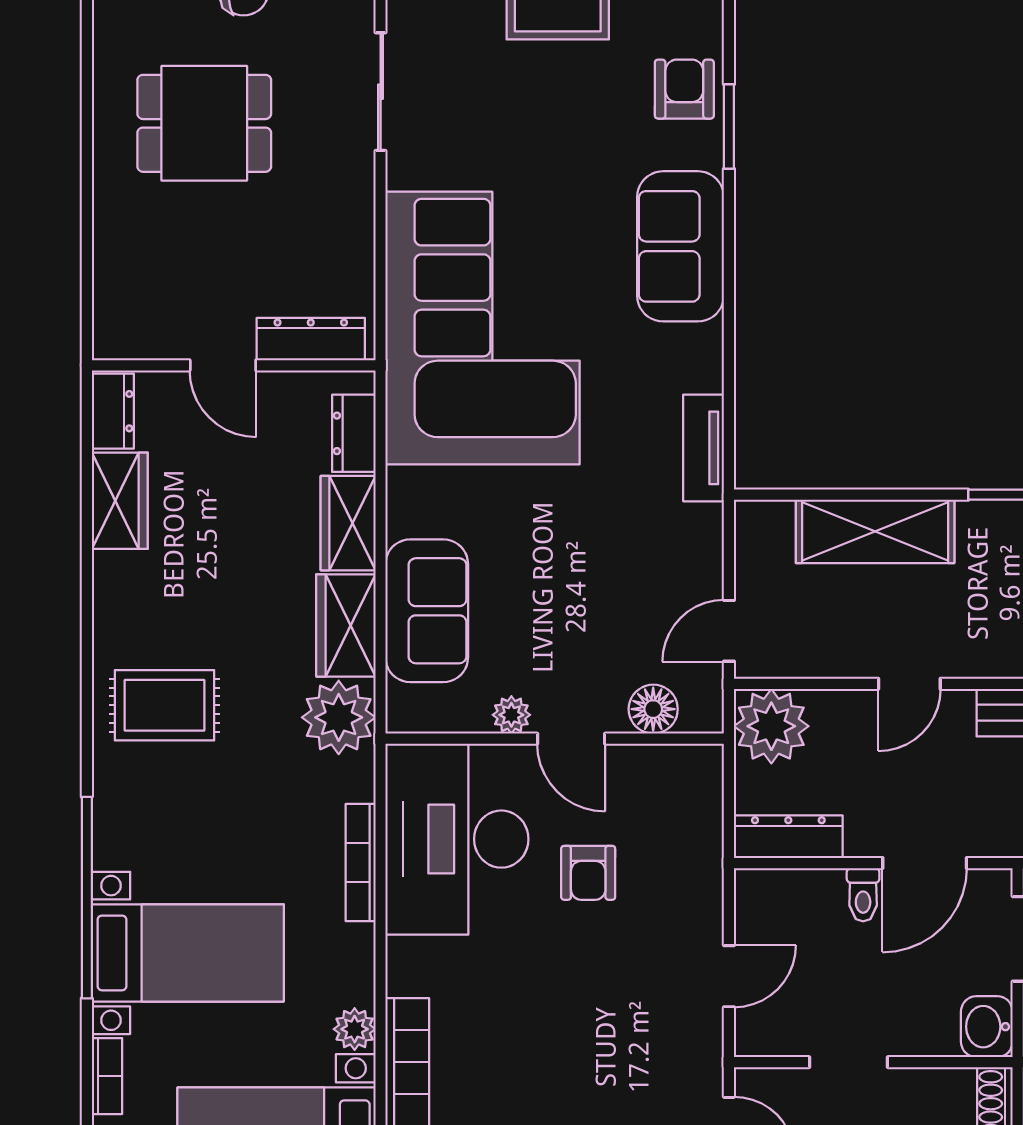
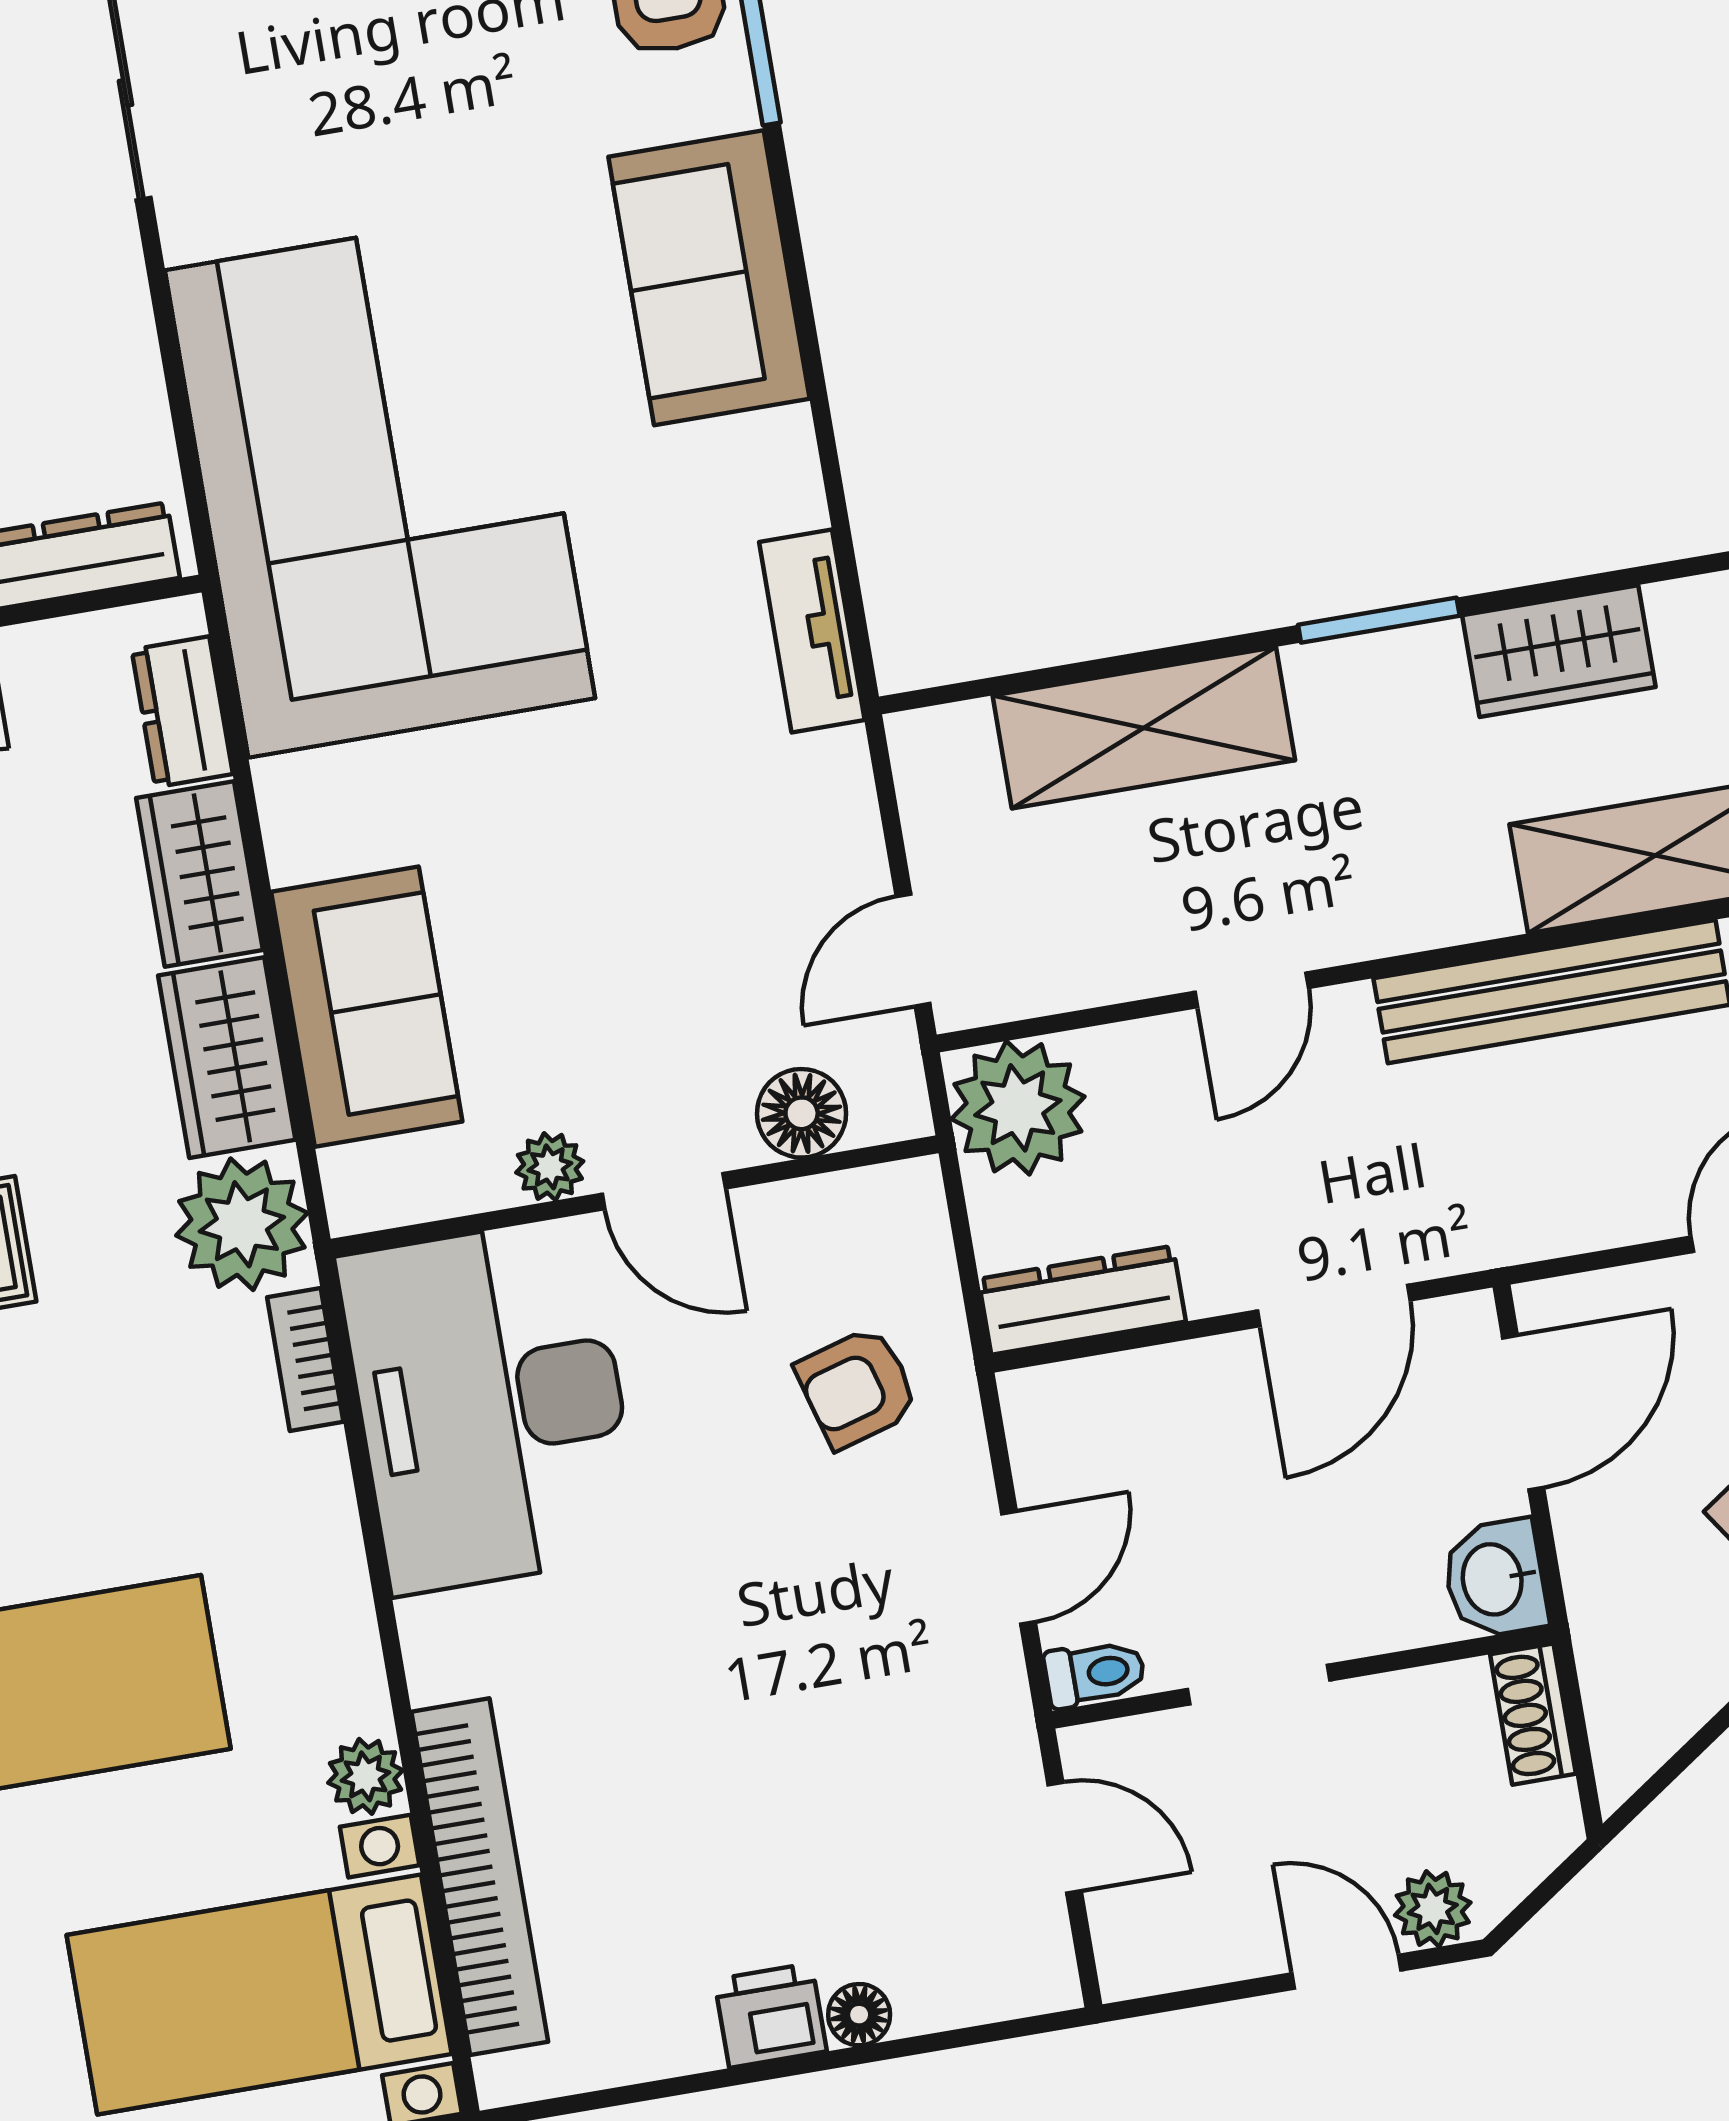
bookcase: (361, 862) -> (305, 1360), moved, width x0.64
armchair: (588, 873) -> (857, 1388), moved, turned 74
toilet: (863, 895) -> (1095, 1673), moved, turned -90

